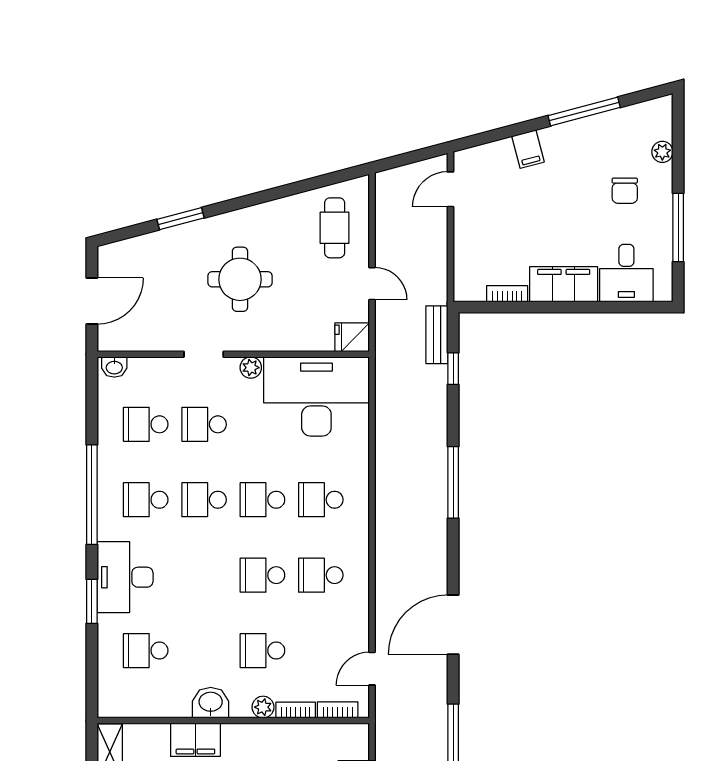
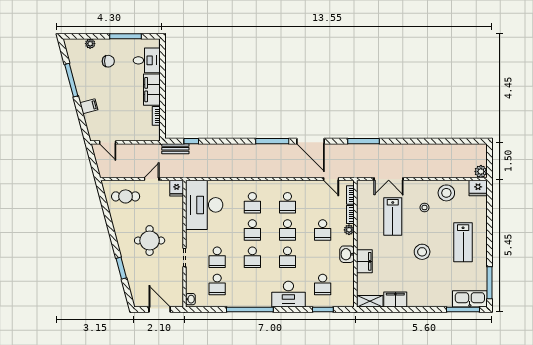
plant: (251, 368) -> (191, 236), removed
window: (453, 482) -> (272, 141), moved
school desk: (146, 500) -> (287, 257), moved
window: (92, 601) -> (323, 310), moved

